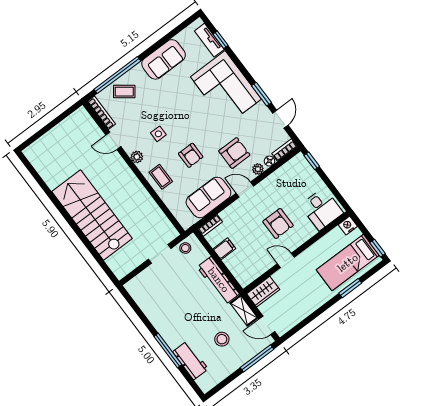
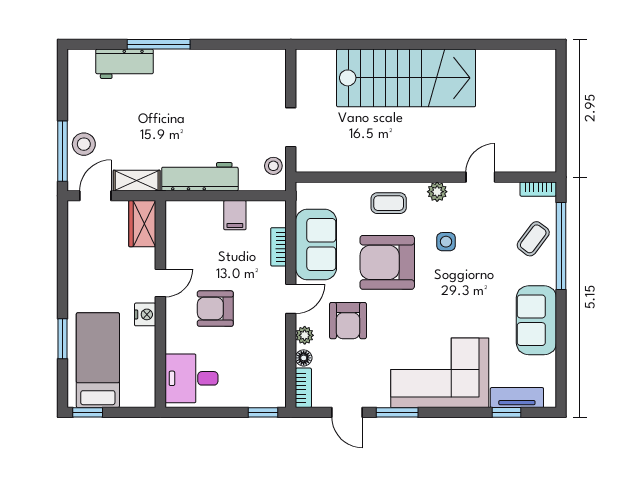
bookcase: (101, 113) -> (538, 189), width x0.64
armchair: (191, 155) -> (387, 262), width x1.88, depth x1.88
bookcase: (210, 225) -> (278, 247), moved
nightstand: (348, 226) -> (145, 314), moved
stool: (222, 339) -> (84, 144), moved

